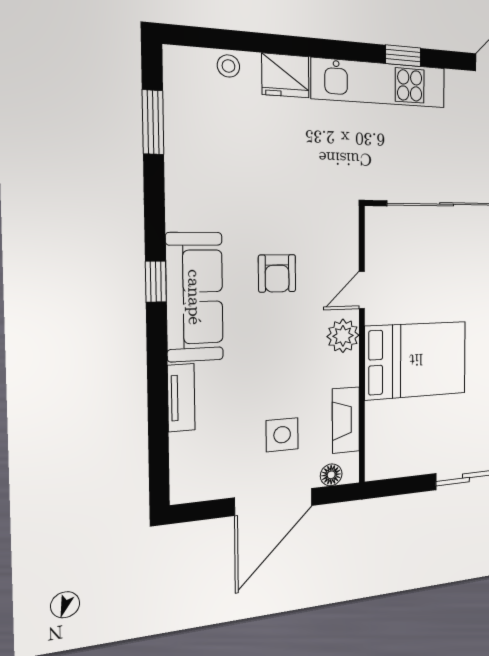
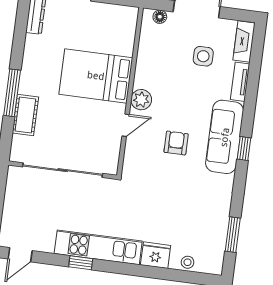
fireplace: (346, 420) -> (244, 42), moved, turned 180
side table: (282, 435) -> (203, 56), moved

